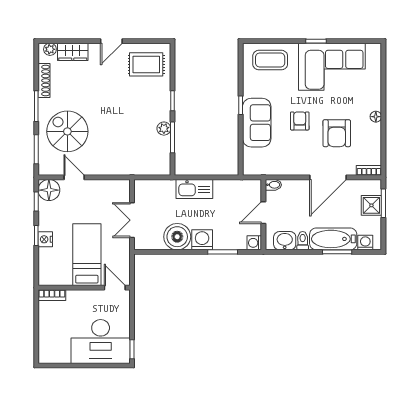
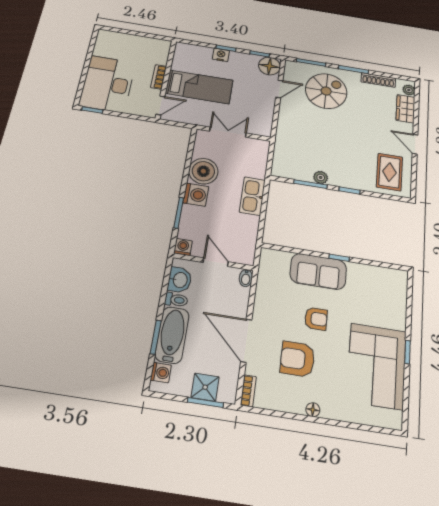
coffee table: (270, 60) -> (388, 297), removed
bookcase: (52, 295) -> (159, 77), moved

